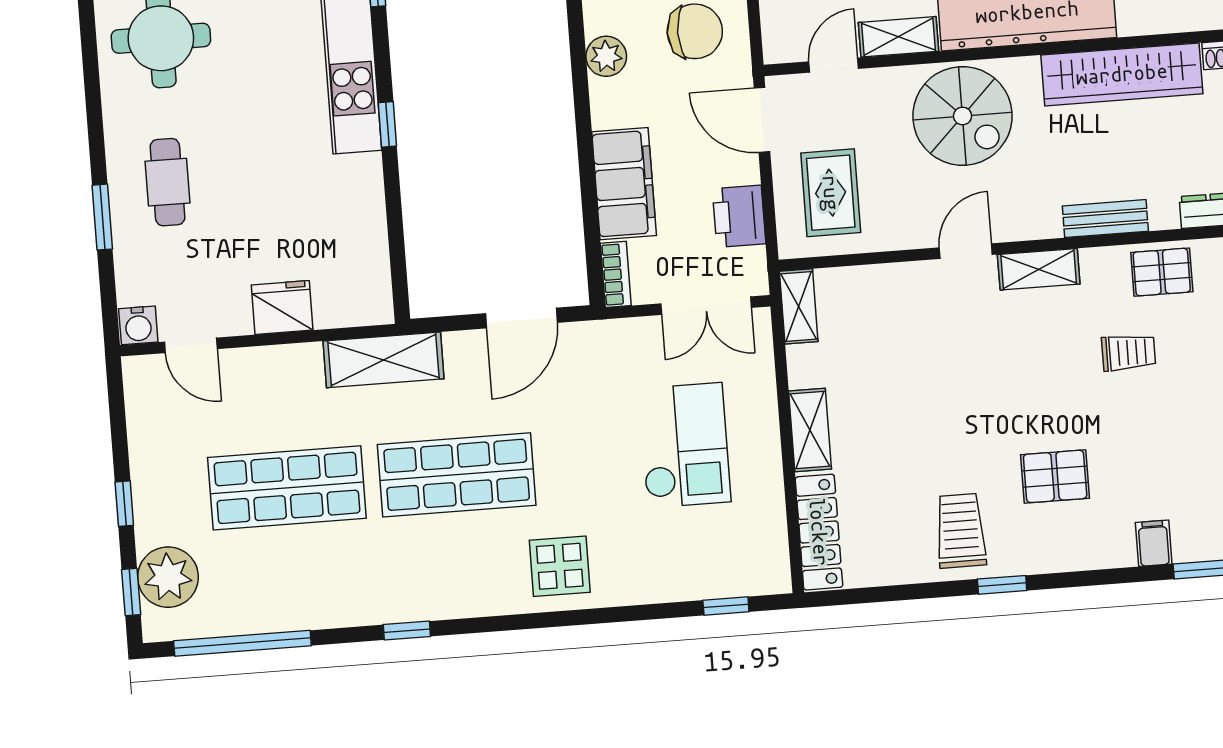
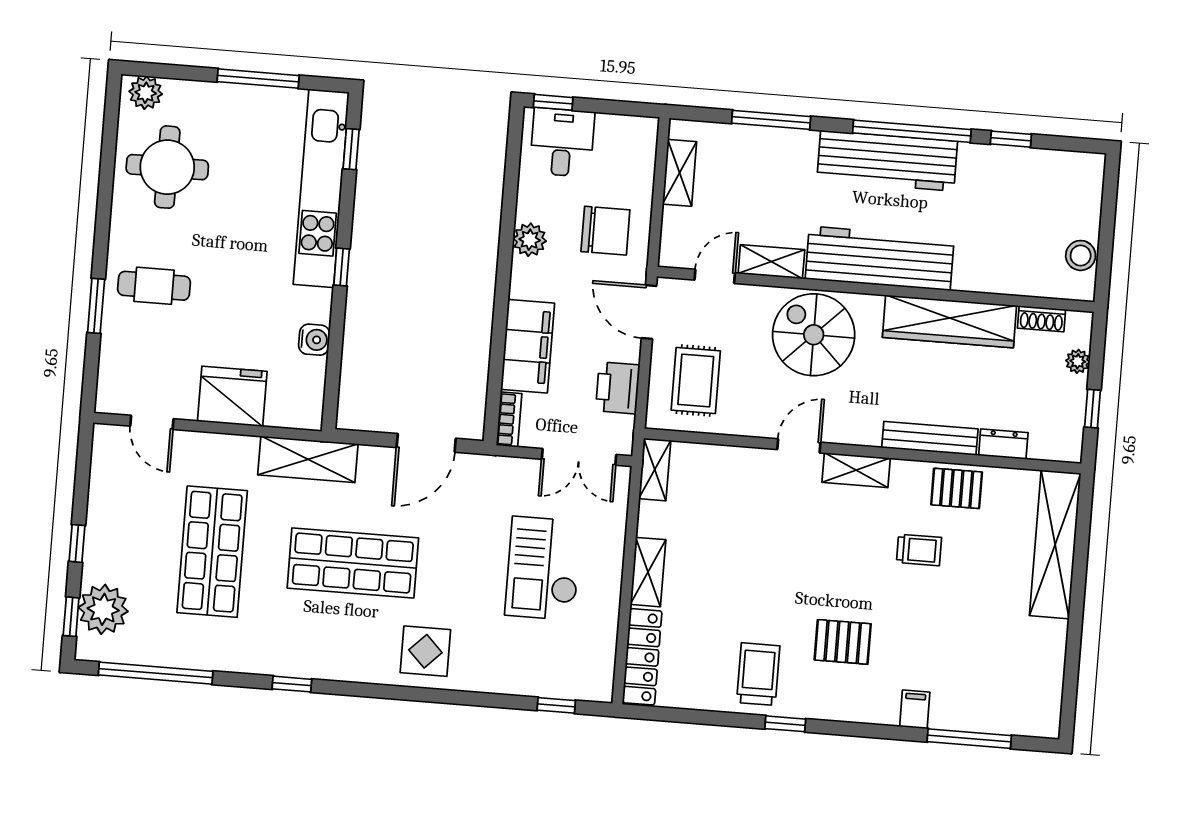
spiral stairs: (963, 116) -> (814, 335), turned 180
cafe table: (168, 182) -> (154, 286), turned 90
bench: (1105, 219) -> (930, 438), width x1.36
fridge: (282, 307) -> (232, 396), width x1.36, depth x1.34
water cooler: (138, 325) -> (314, 340), moved, turned -90
checkout: (685, 445) -> (543, 568), turned 180
shop shelf: (287, 488) -> (212, 552), turned 90

